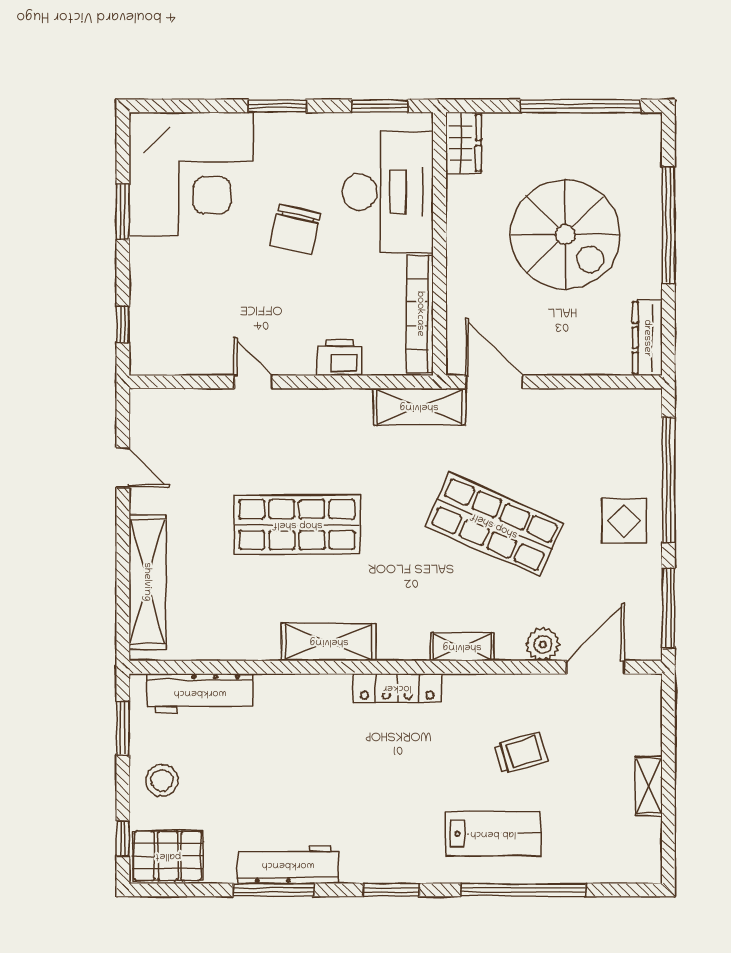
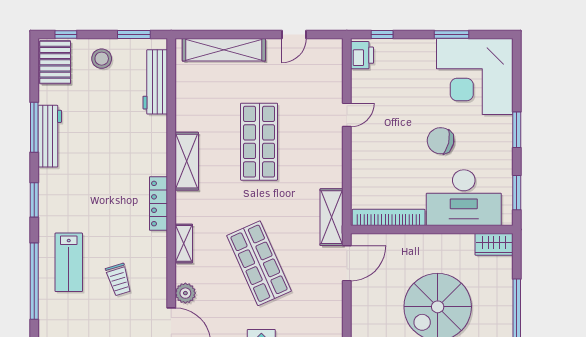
printer: (340, 357) -> (362, 55), moved
shop shelf: (494, 525) -> (259, 263), turned -48

